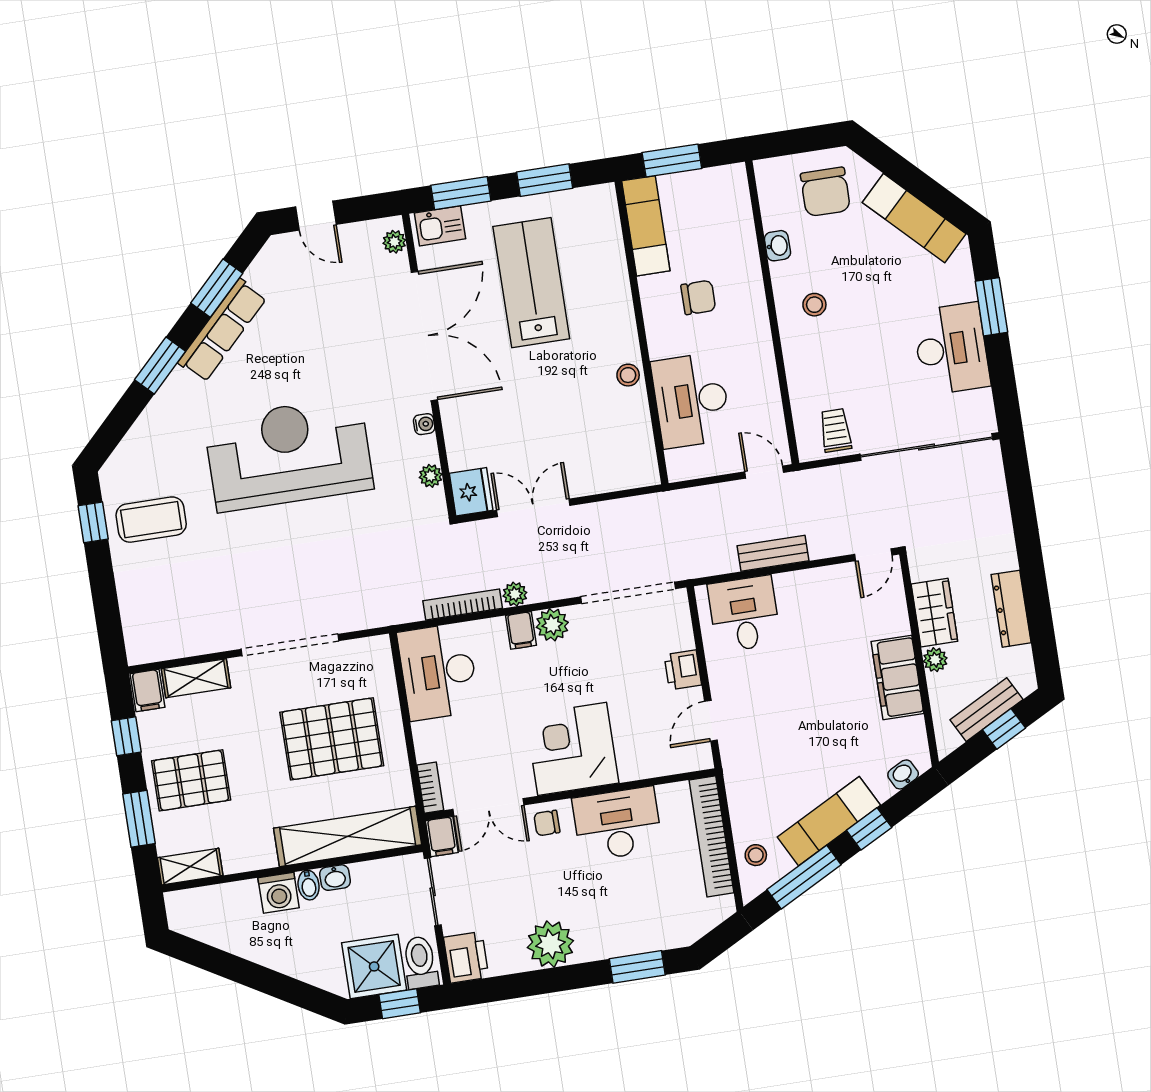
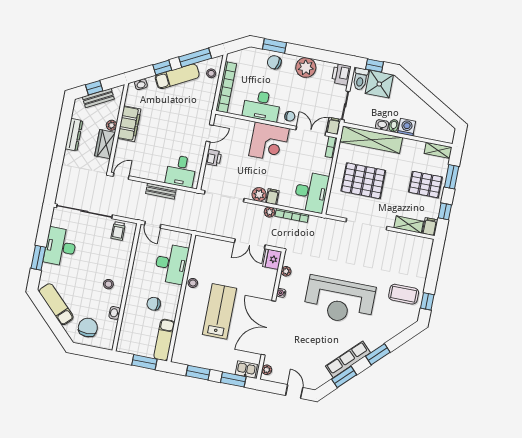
lab bench: (531, 283) -> (219, 311), moved, turned 180
chair: (625, 930) -> (274, 62), added

